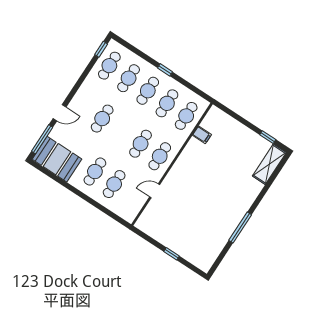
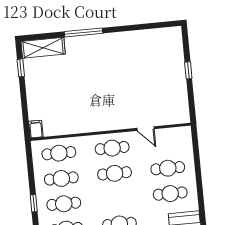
filing cabinet: (202, 135) -> (36, 129), moved
window: (240, 228) -> (84, 32), moved

